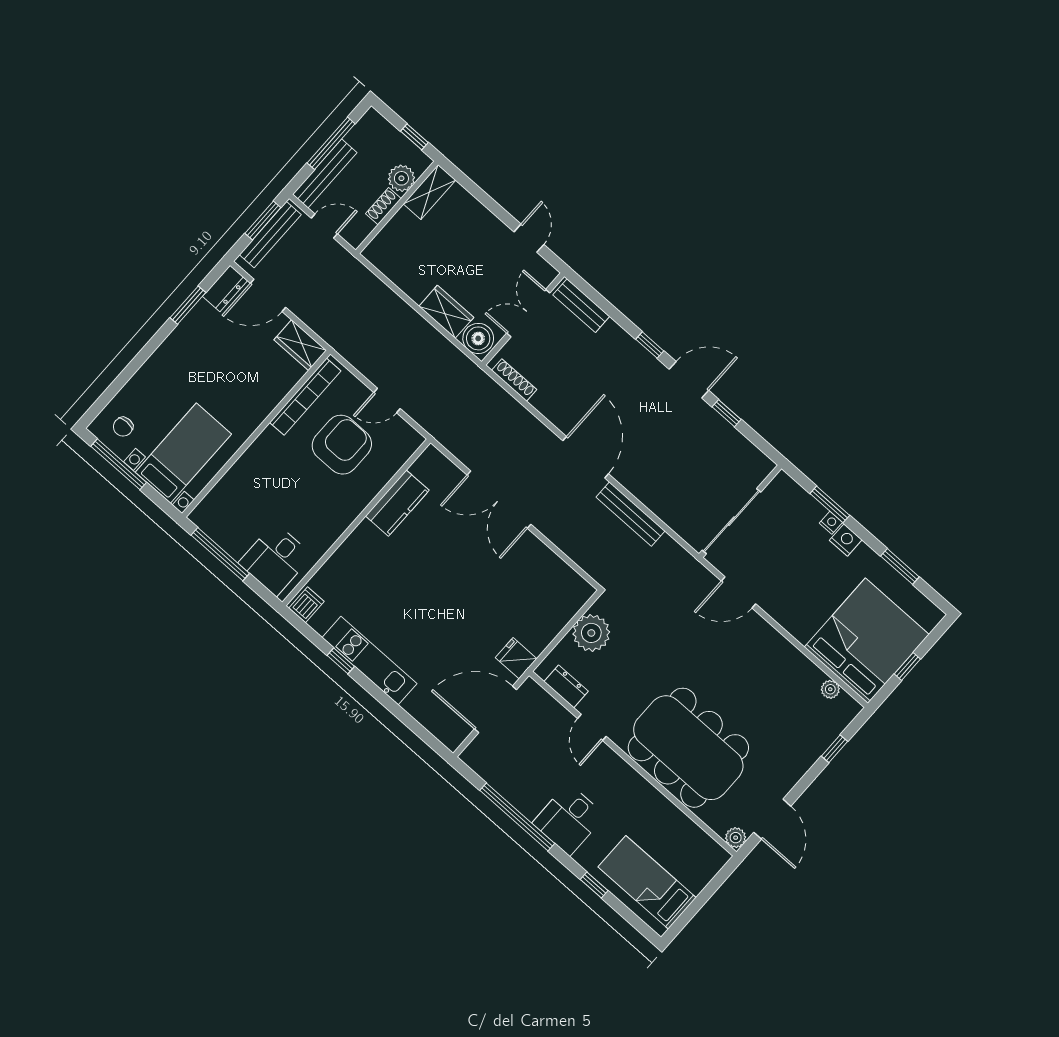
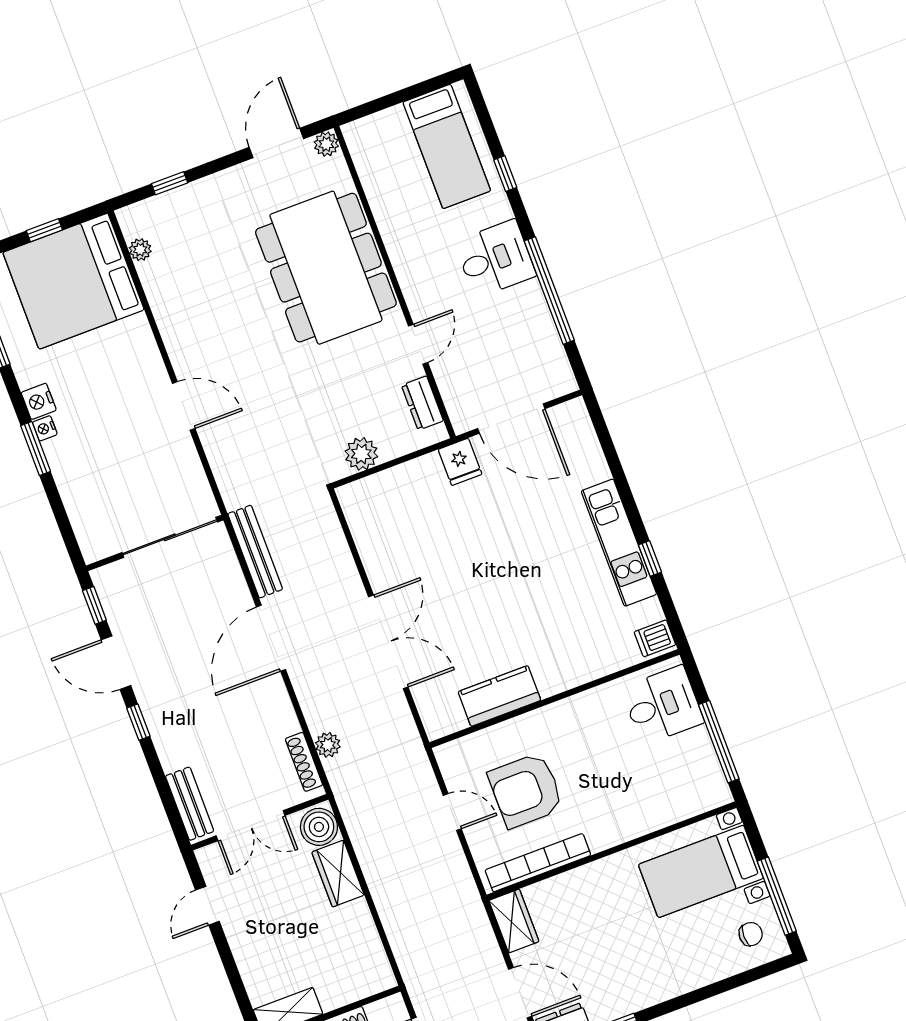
plant: (503, 401) -> (328, 745), added
wall: (740, 511) -> (155, 543), moved
sliding door: (732, 521) -> (170, 537), moved
plant: (591, 633) -> (361, 454), width x0.73, depth x0.73

